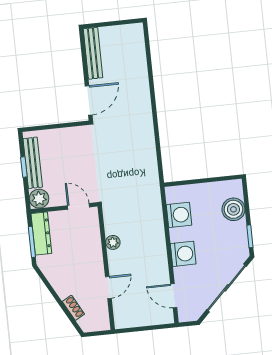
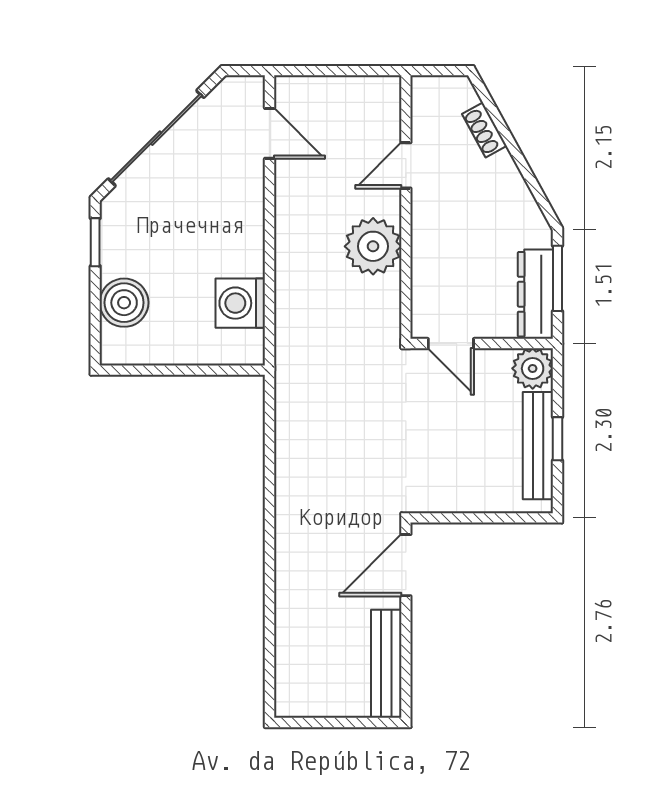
plant: (113, 242) -> (373, 246), width x1.87, depth x1.87
washing machine: (183, 254) -> (240, 220), removed

